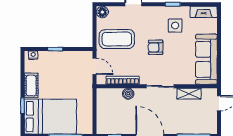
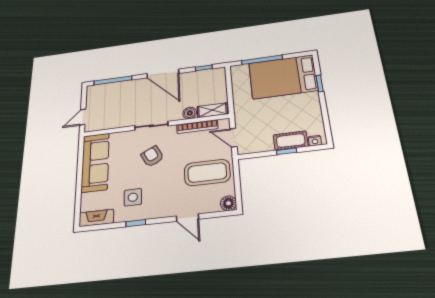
armchair: (156, 47) -> (152, 156), moved, turned -118
cot: (31, 85) -> (291, 141), moved, turned 90
shelving: (189, 94) -> (212, 110), moved

